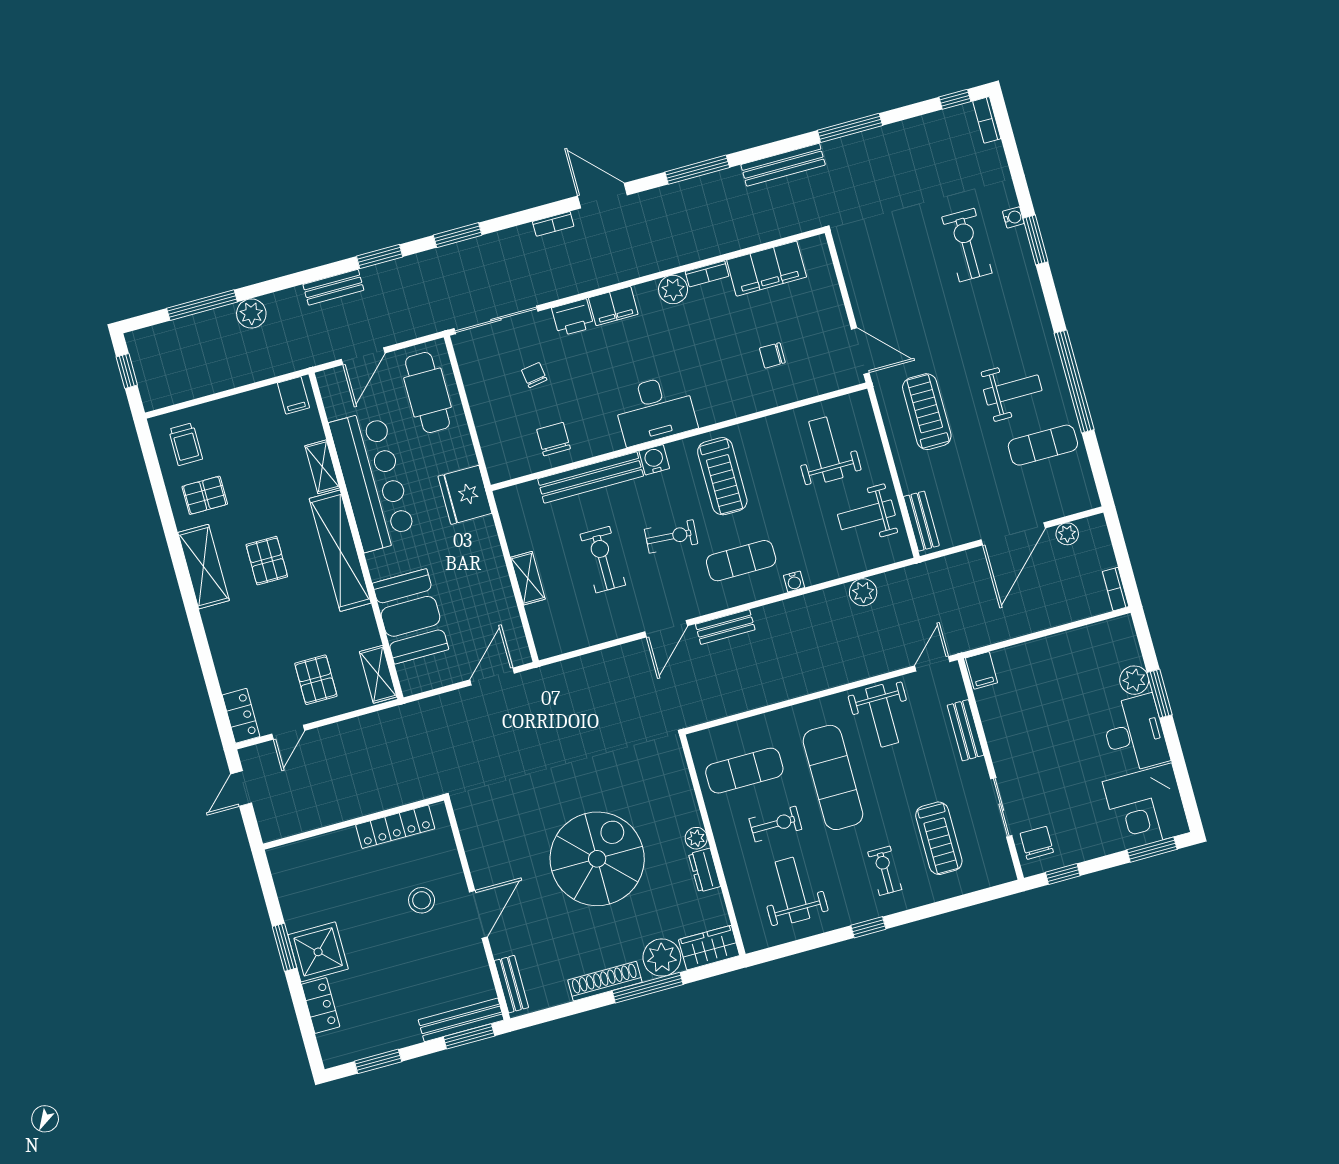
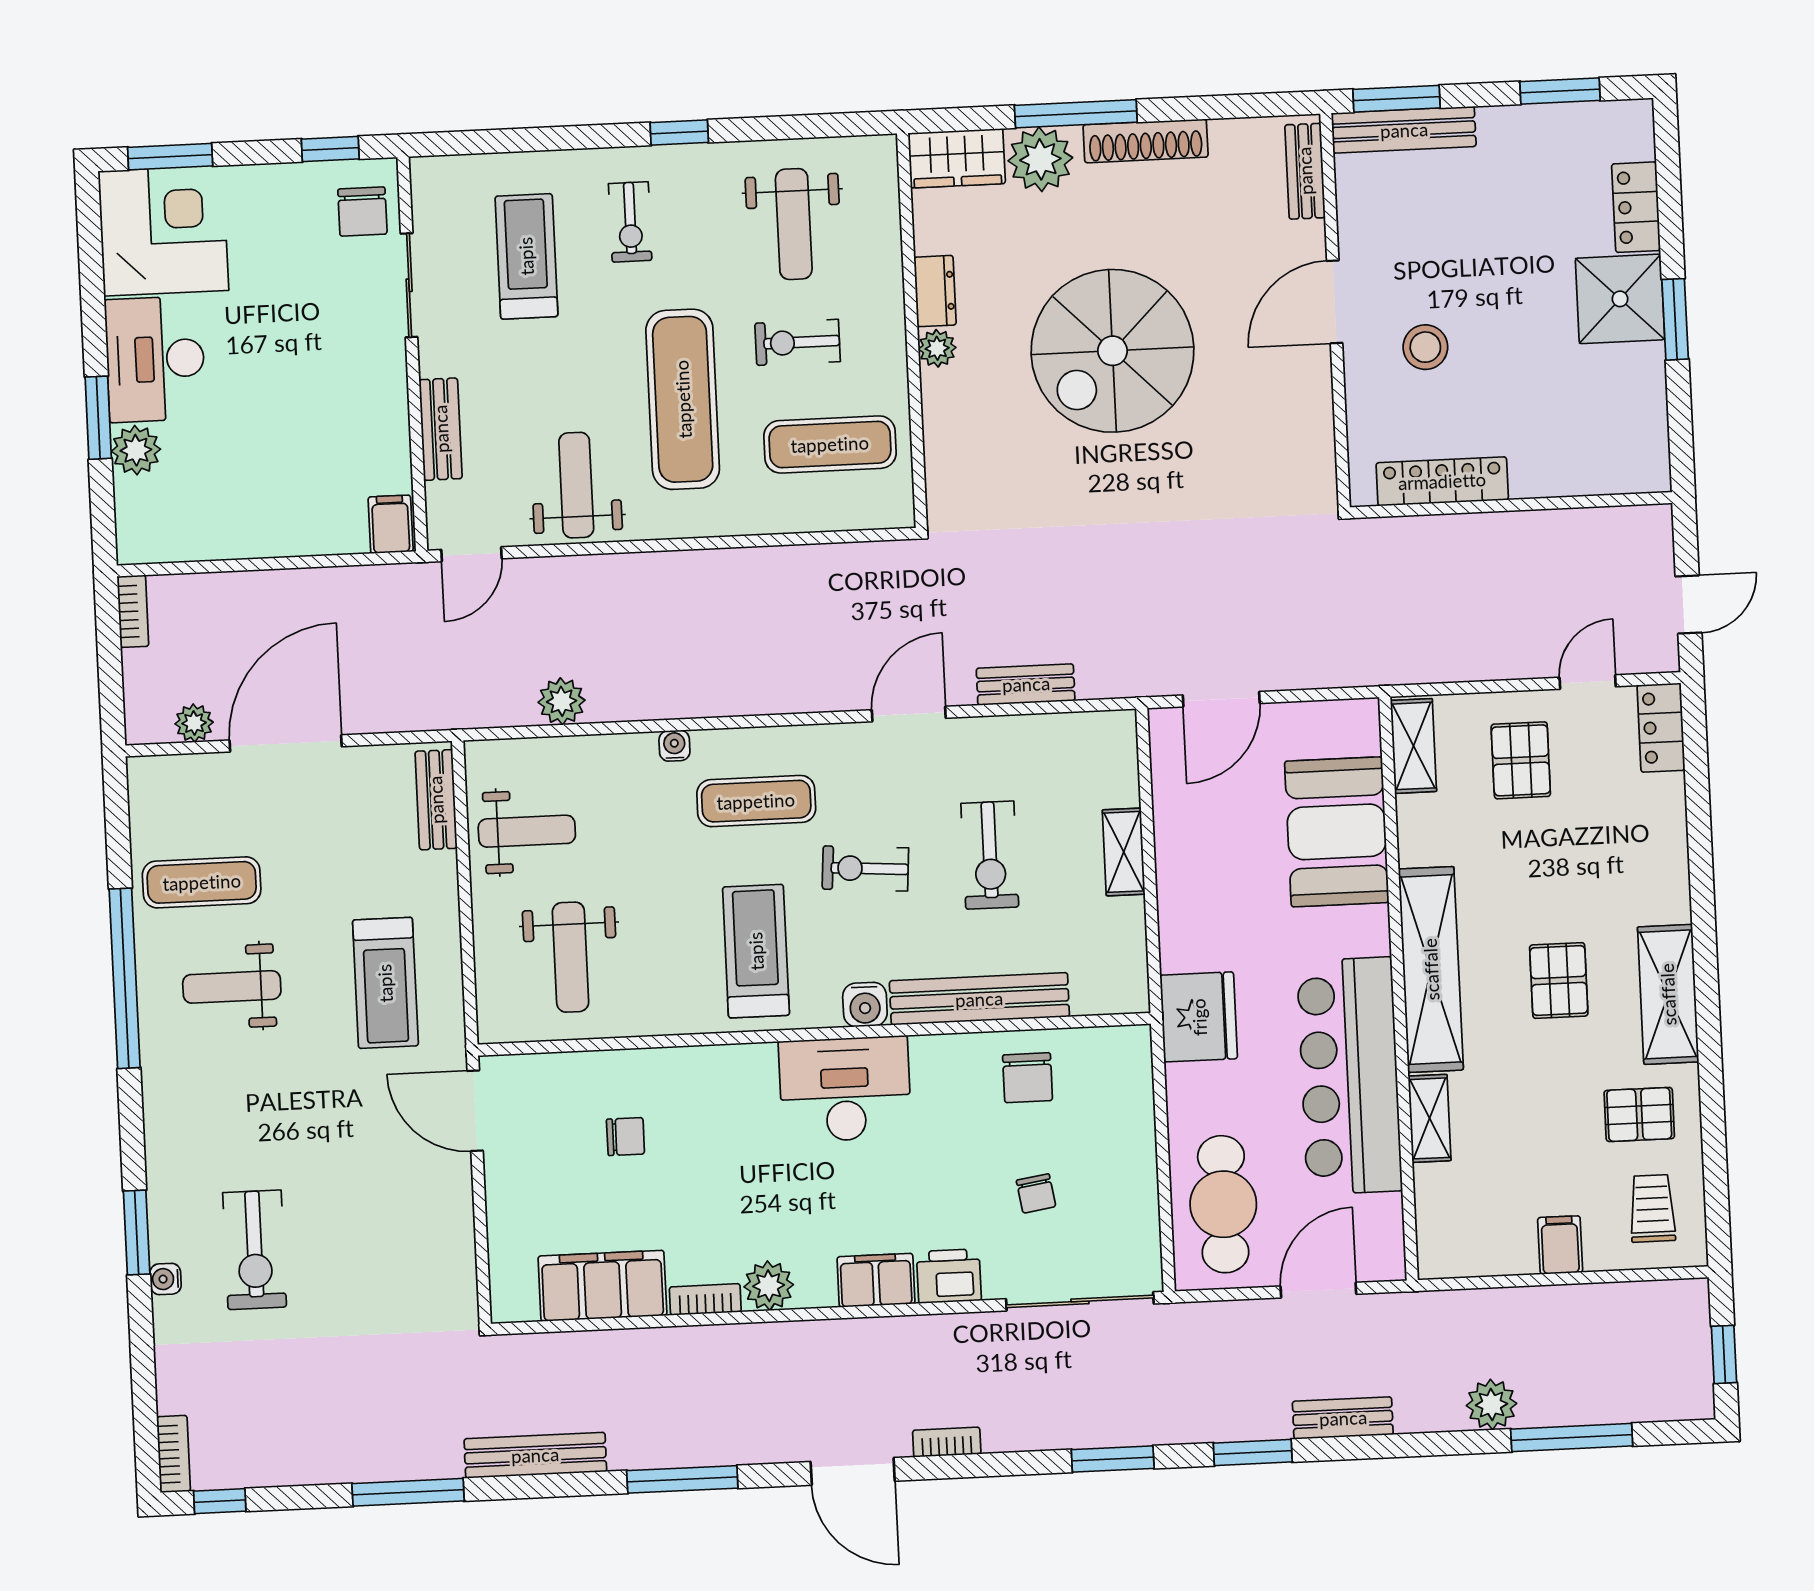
filing cabinet: (293, 395) -> (1560, 1245), moved
bench: (725, 627) -> (1026, 684), moved

